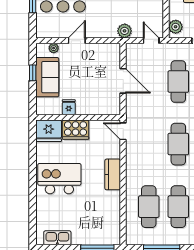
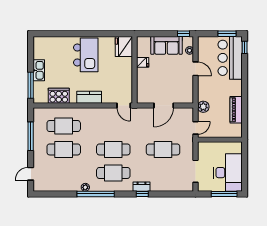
plant: (176, 27) -> (207, 147), removed
window: (33, 73) -> (184, 34), moved
cooker: (76, 130) -> (59, 96), moved, turned 90
door: (123, 131) -> (124, 106), swing flipped
kitchen sink: (57, 238) -> (39, 70), moved

